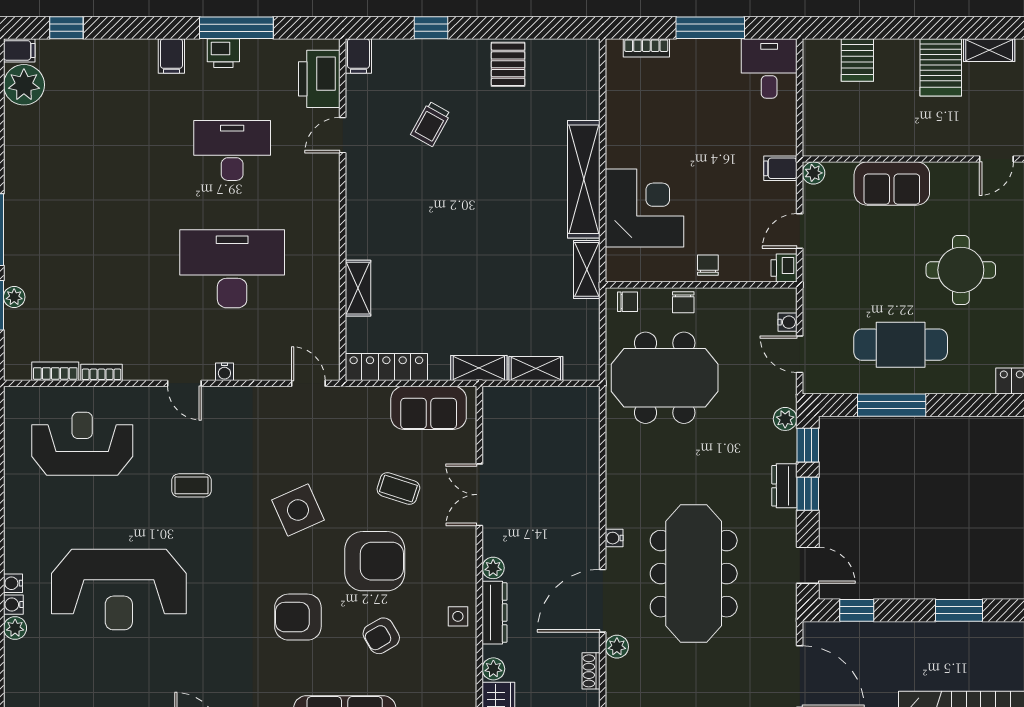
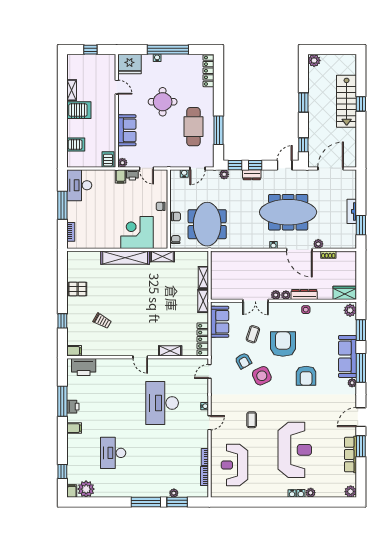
desk: (769, 68) -> (79, 185), width x1.37
door: (343, 135) -> (140, 357), moved
server rack: (821, 138) -> (108, 159), added
desk: (232, 150) -> (113, 453), moved
printer: (784, 268) -> (132, 175), moved
armchair: (381, 636) -> (243, 361), moved
plant: (493, 669) -> (276, 295), moved

